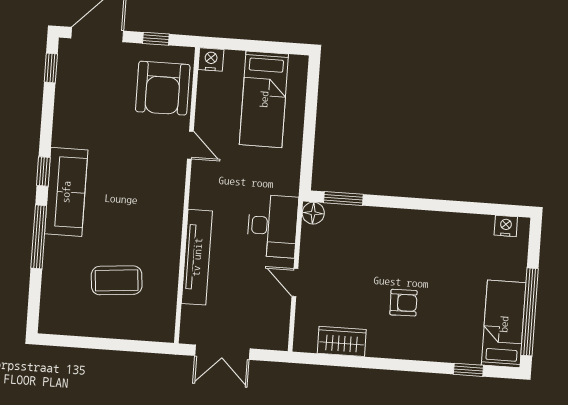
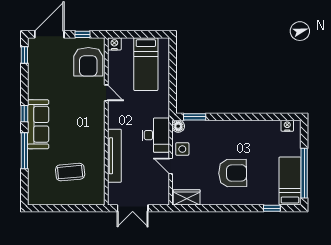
side table: (318, 254) -> (182, 149), added
armchair: (404, 303) -> (233, 173), width x1.88, depth x1.88
wardrobe: (342, 341) -> (187, 197), moved

